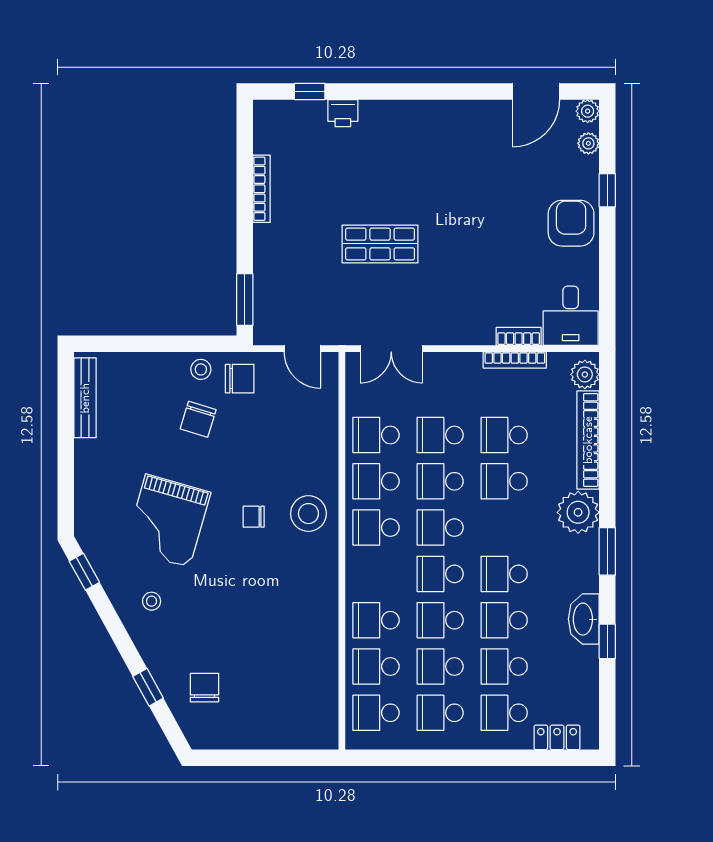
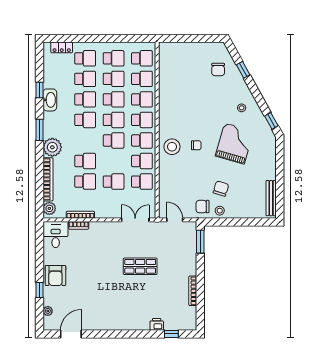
plant: (588, 111) -> (48, 325), removed
school desk: (440, 481) -> (142, 120), moved

